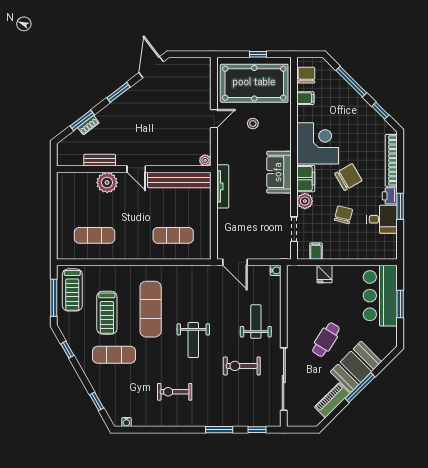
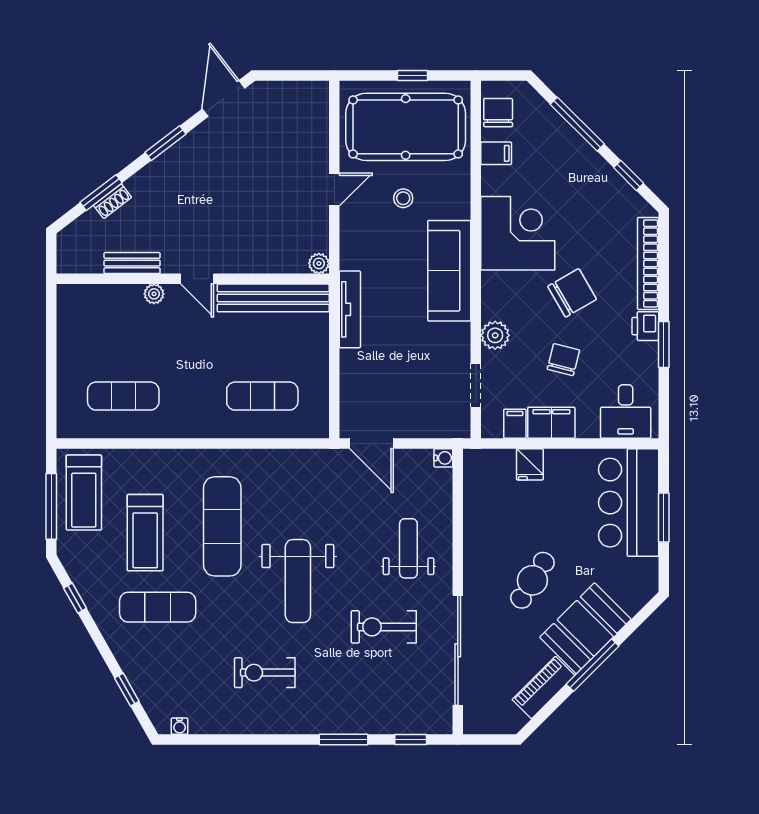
sofa: (279, 172) -> (449, 271), width x1.36
filing cabinet: (306, 179) -> (551, 423), moved, turned -90
plant: (107, 183) -> (154, 294), width x0.53, depth x0.53
desk: (382, 219) -> (626, 412), moved, turned 90
weight bench: (193, 340) -> (298, 581), width x1.36, depth x1.33

